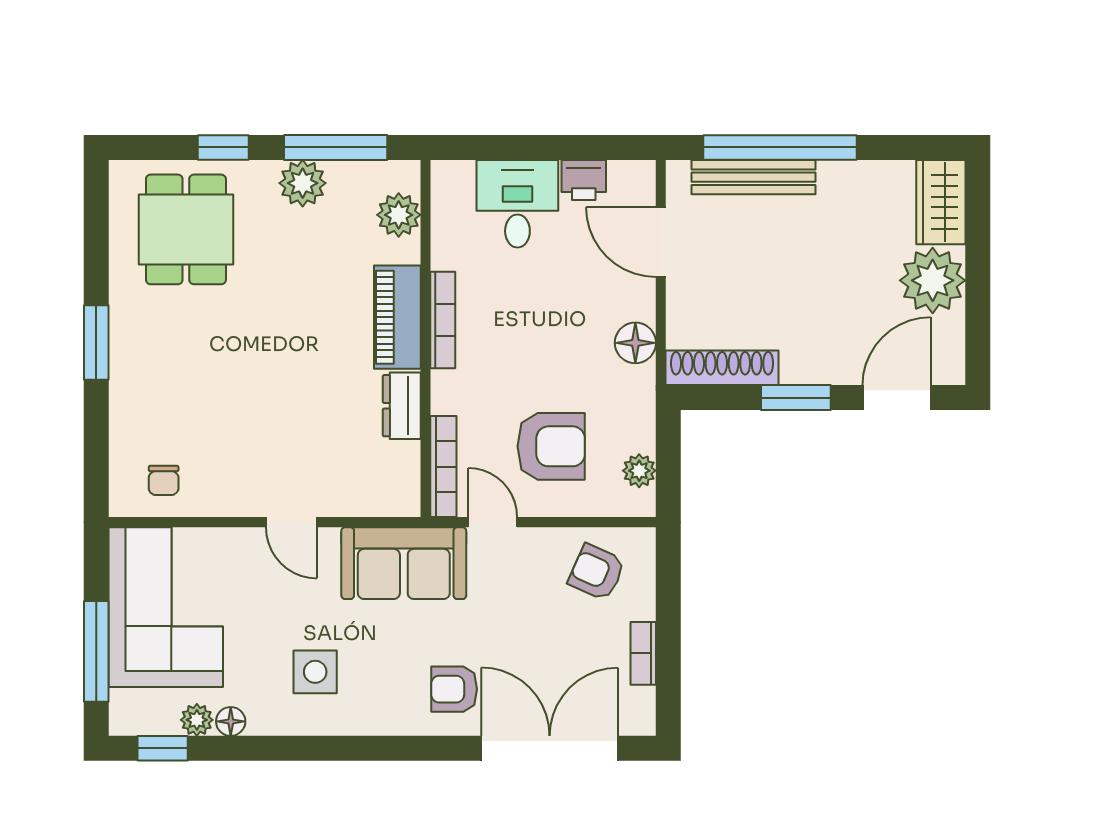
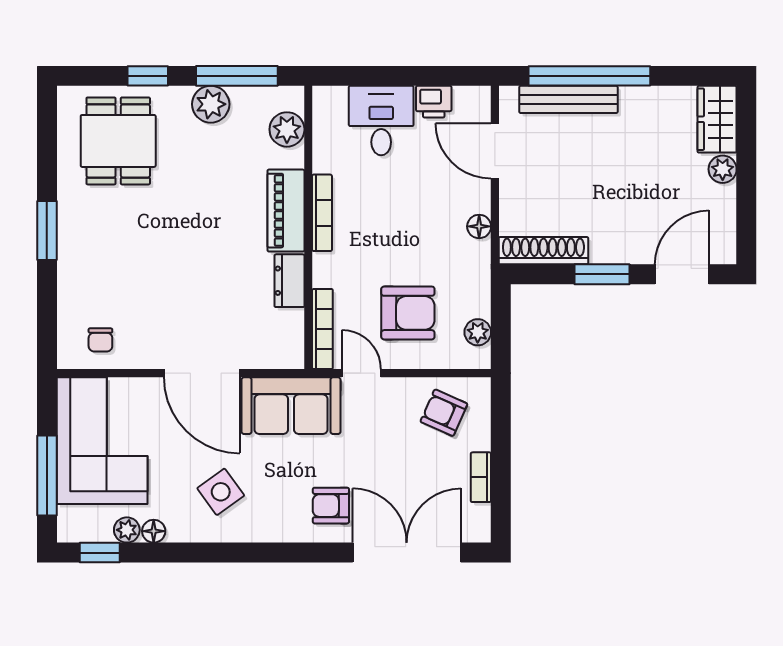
plant: (933, 280) -> (723, 169), width x0.53, depth x0.53
floor lamp: (635, 343) -> (479, 226), width x0.73, depth x0.73
door: (291, 522) -> (202, 373), width x1.88
side table: (315, 672) -> (221, 492), turned -36

